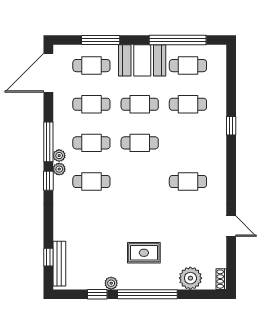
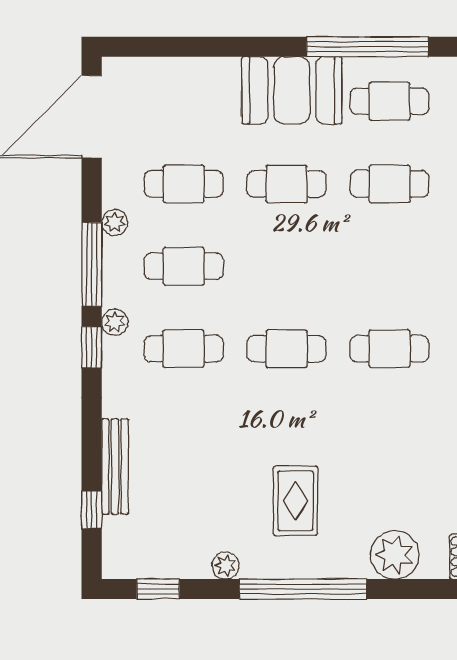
window: (101, 40) -> (203, 47), removed
cafe table: (91, 66) -> (184, 101), removed
cafe table: (140, 143) -> (287, 349), moved
plant: (59, 156) -> (115, 222), moved
rug: (144, 253) -> (295, 501), turned 90
bench: (59, 264) -> (115, 466), moved
window: (97, 294) -> (158, 589), moved

